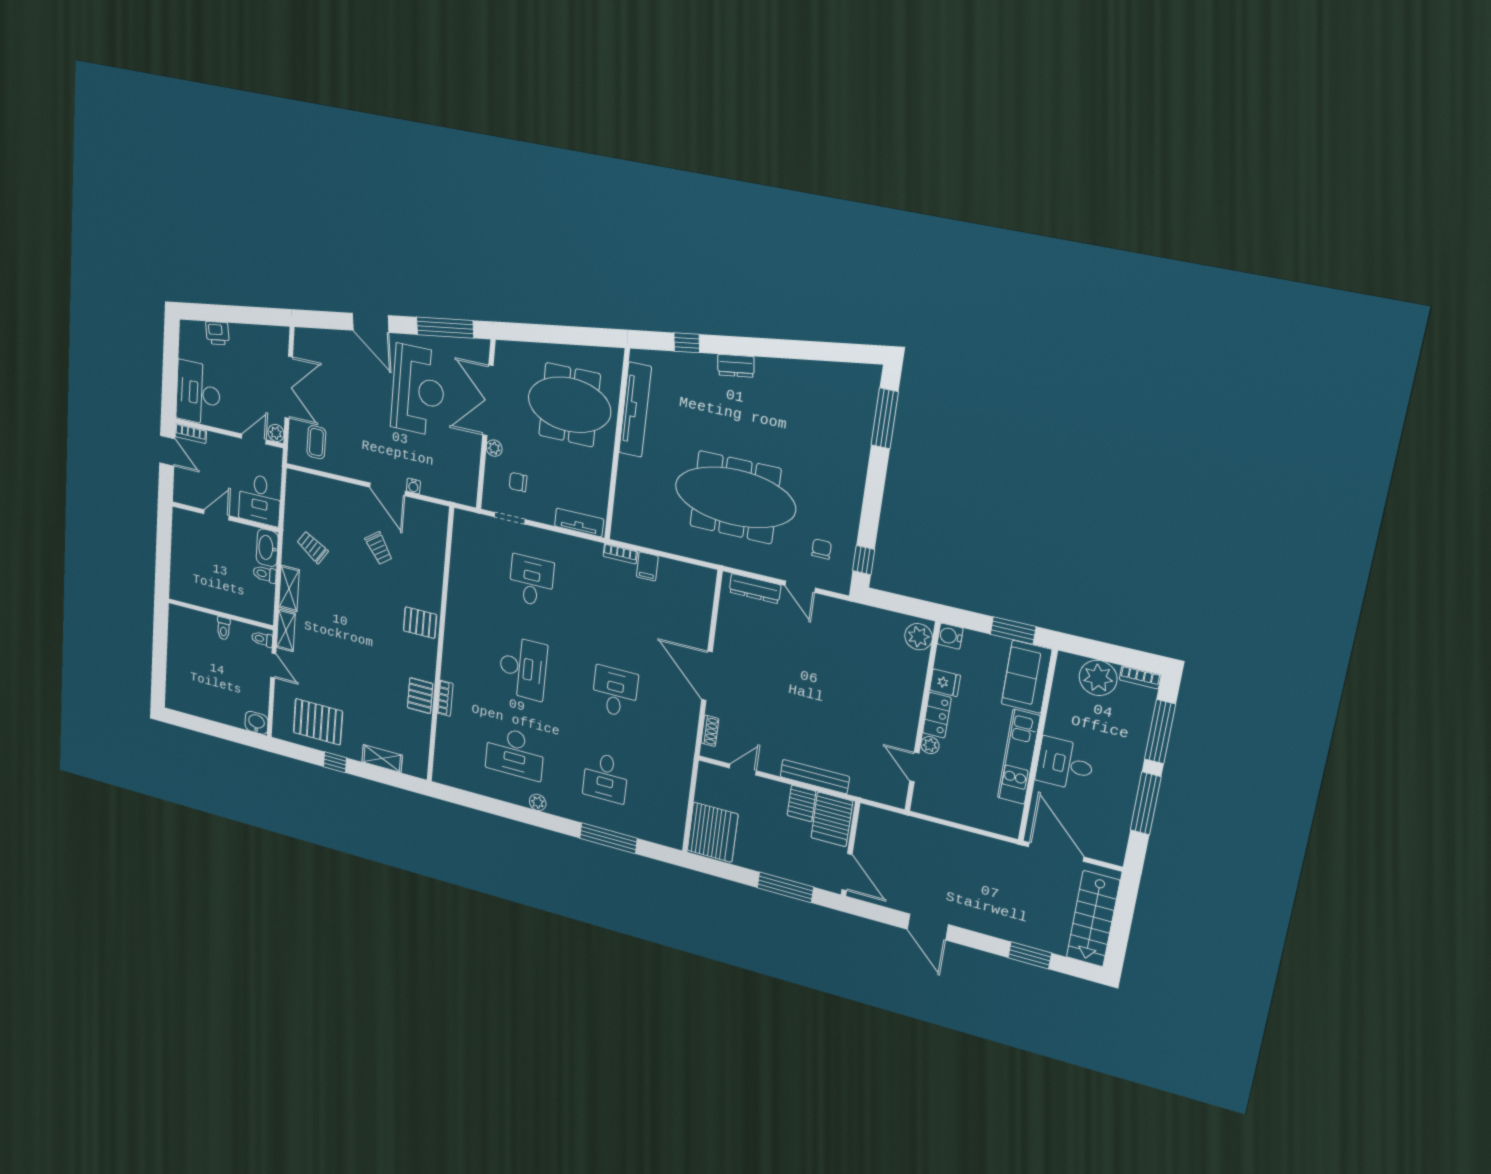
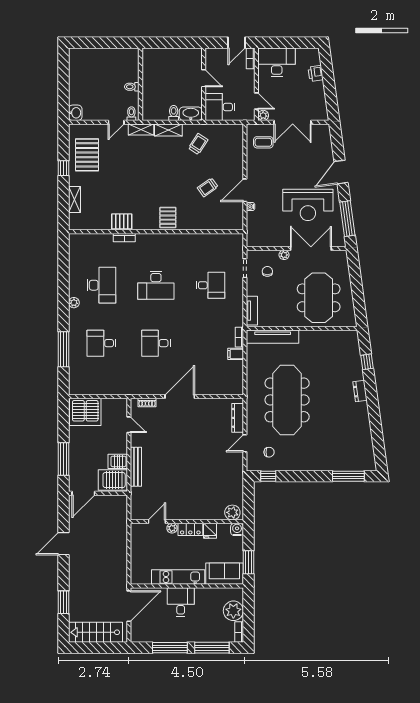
tv unit: (635, 410) -> (273, 337), moved
desk: (615, 692) -> (156, 343), turned 180
desk: (515, 753) -> (101, 285), turned 180

